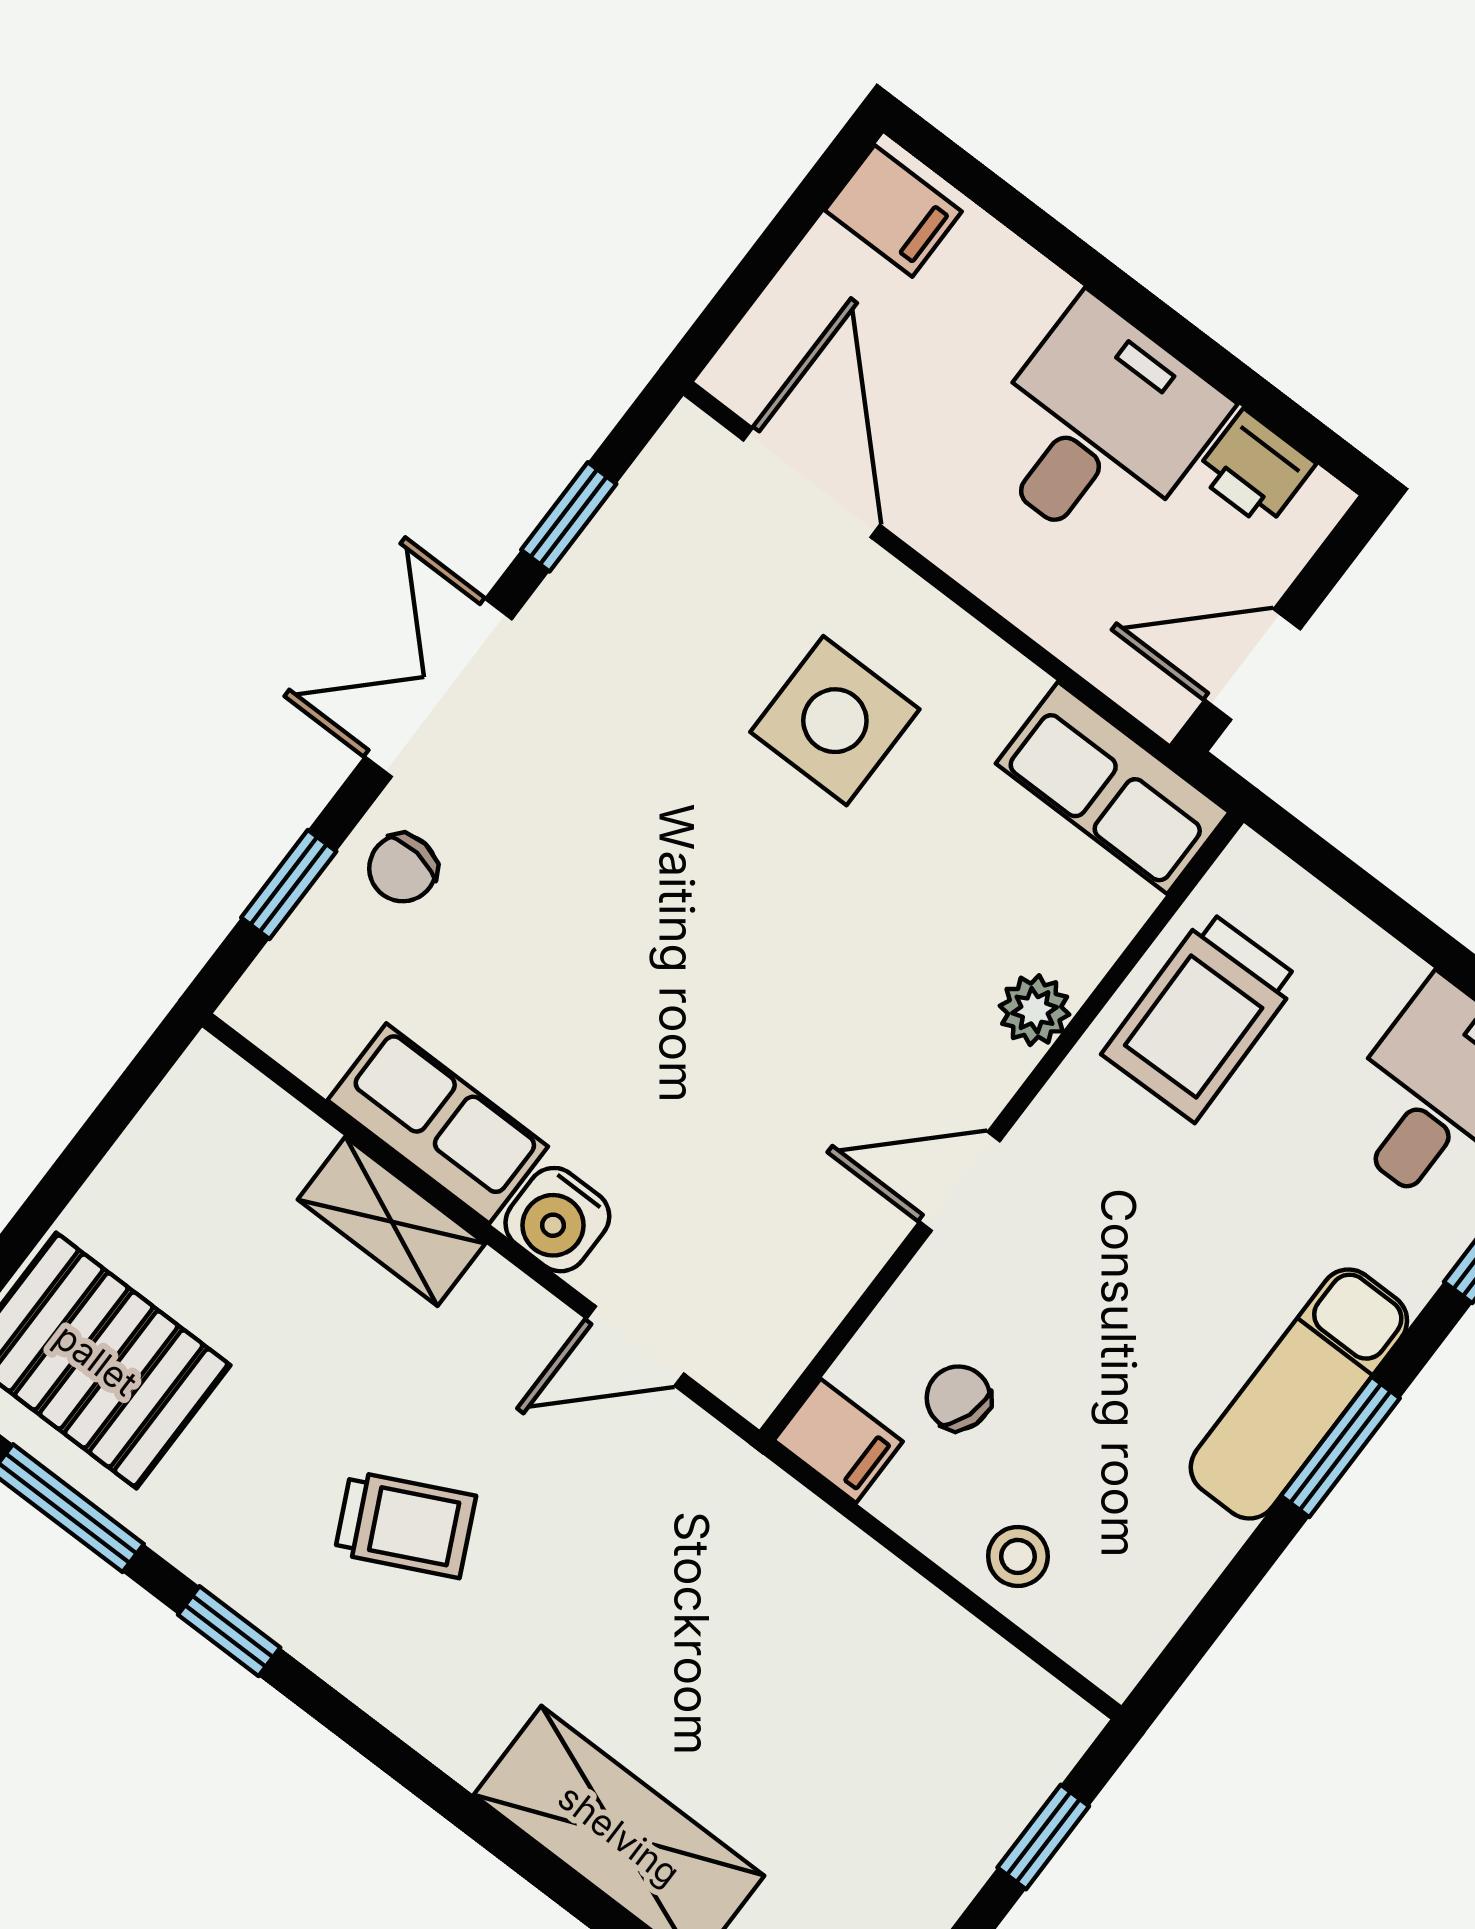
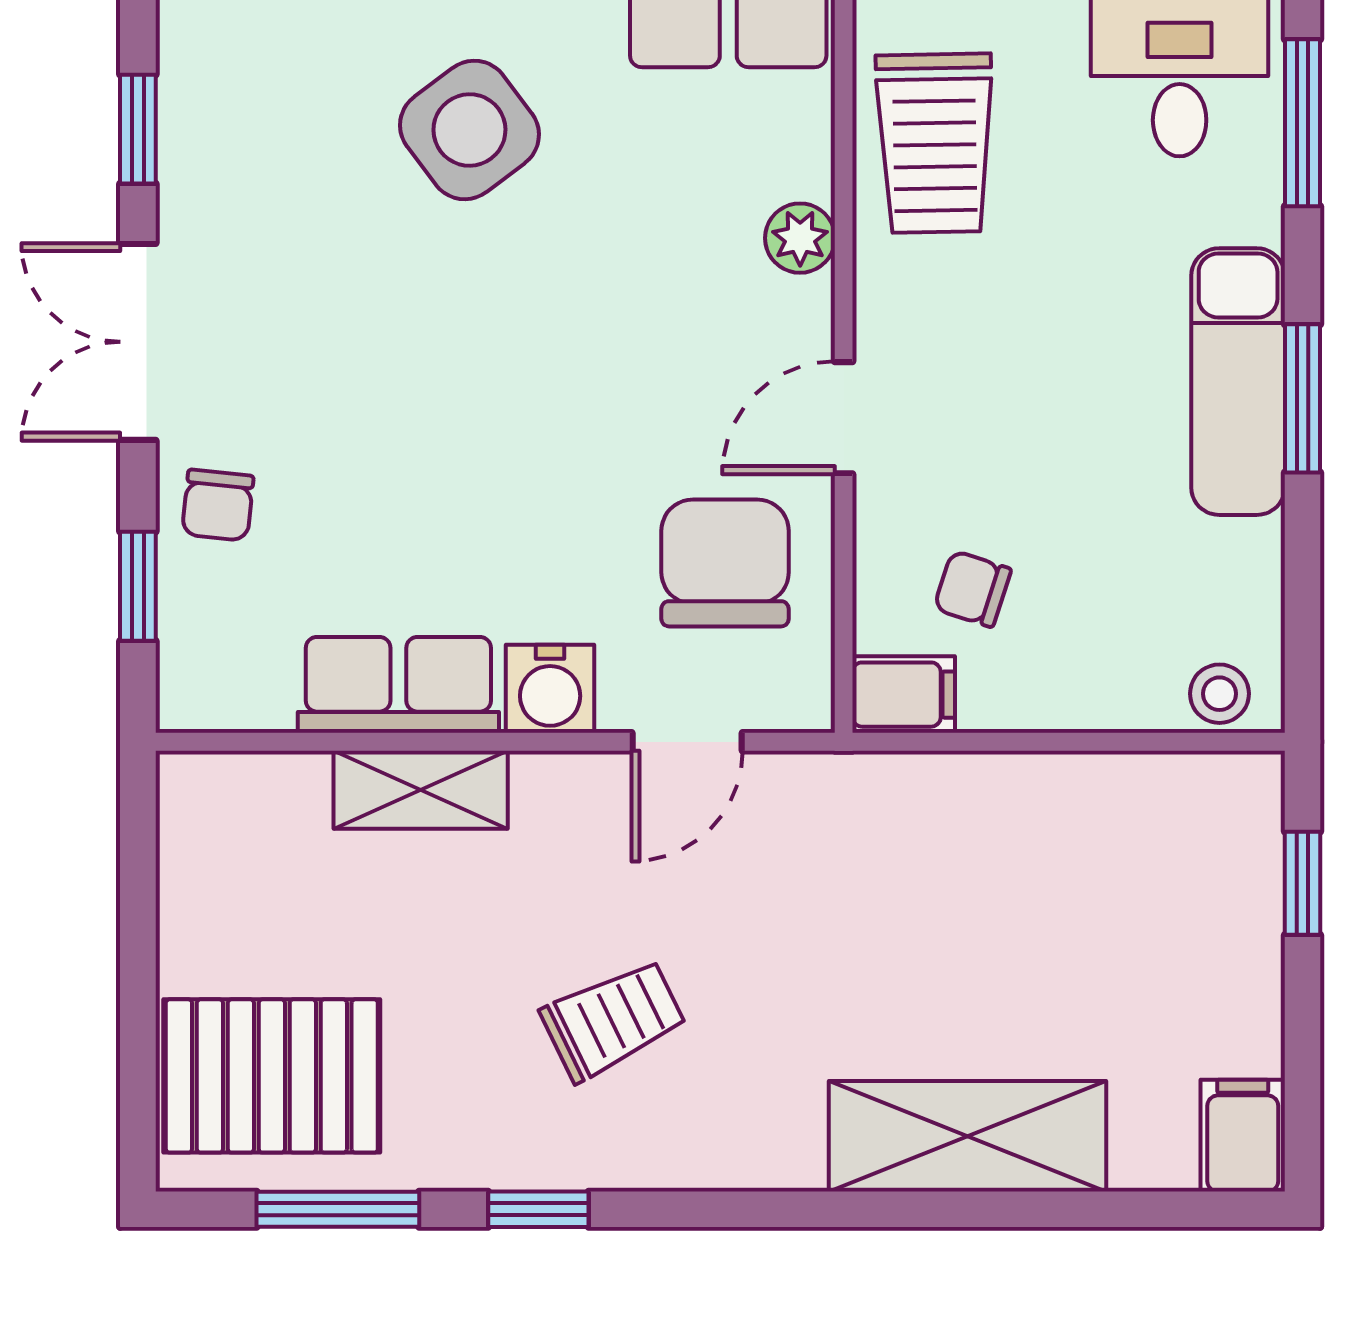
side table: (835, 721) -> (469, 130), turned -37
chair: (775, 1226) -> (725, 563), added
stool: (1018, 1556) -> (1219, 694), moved

